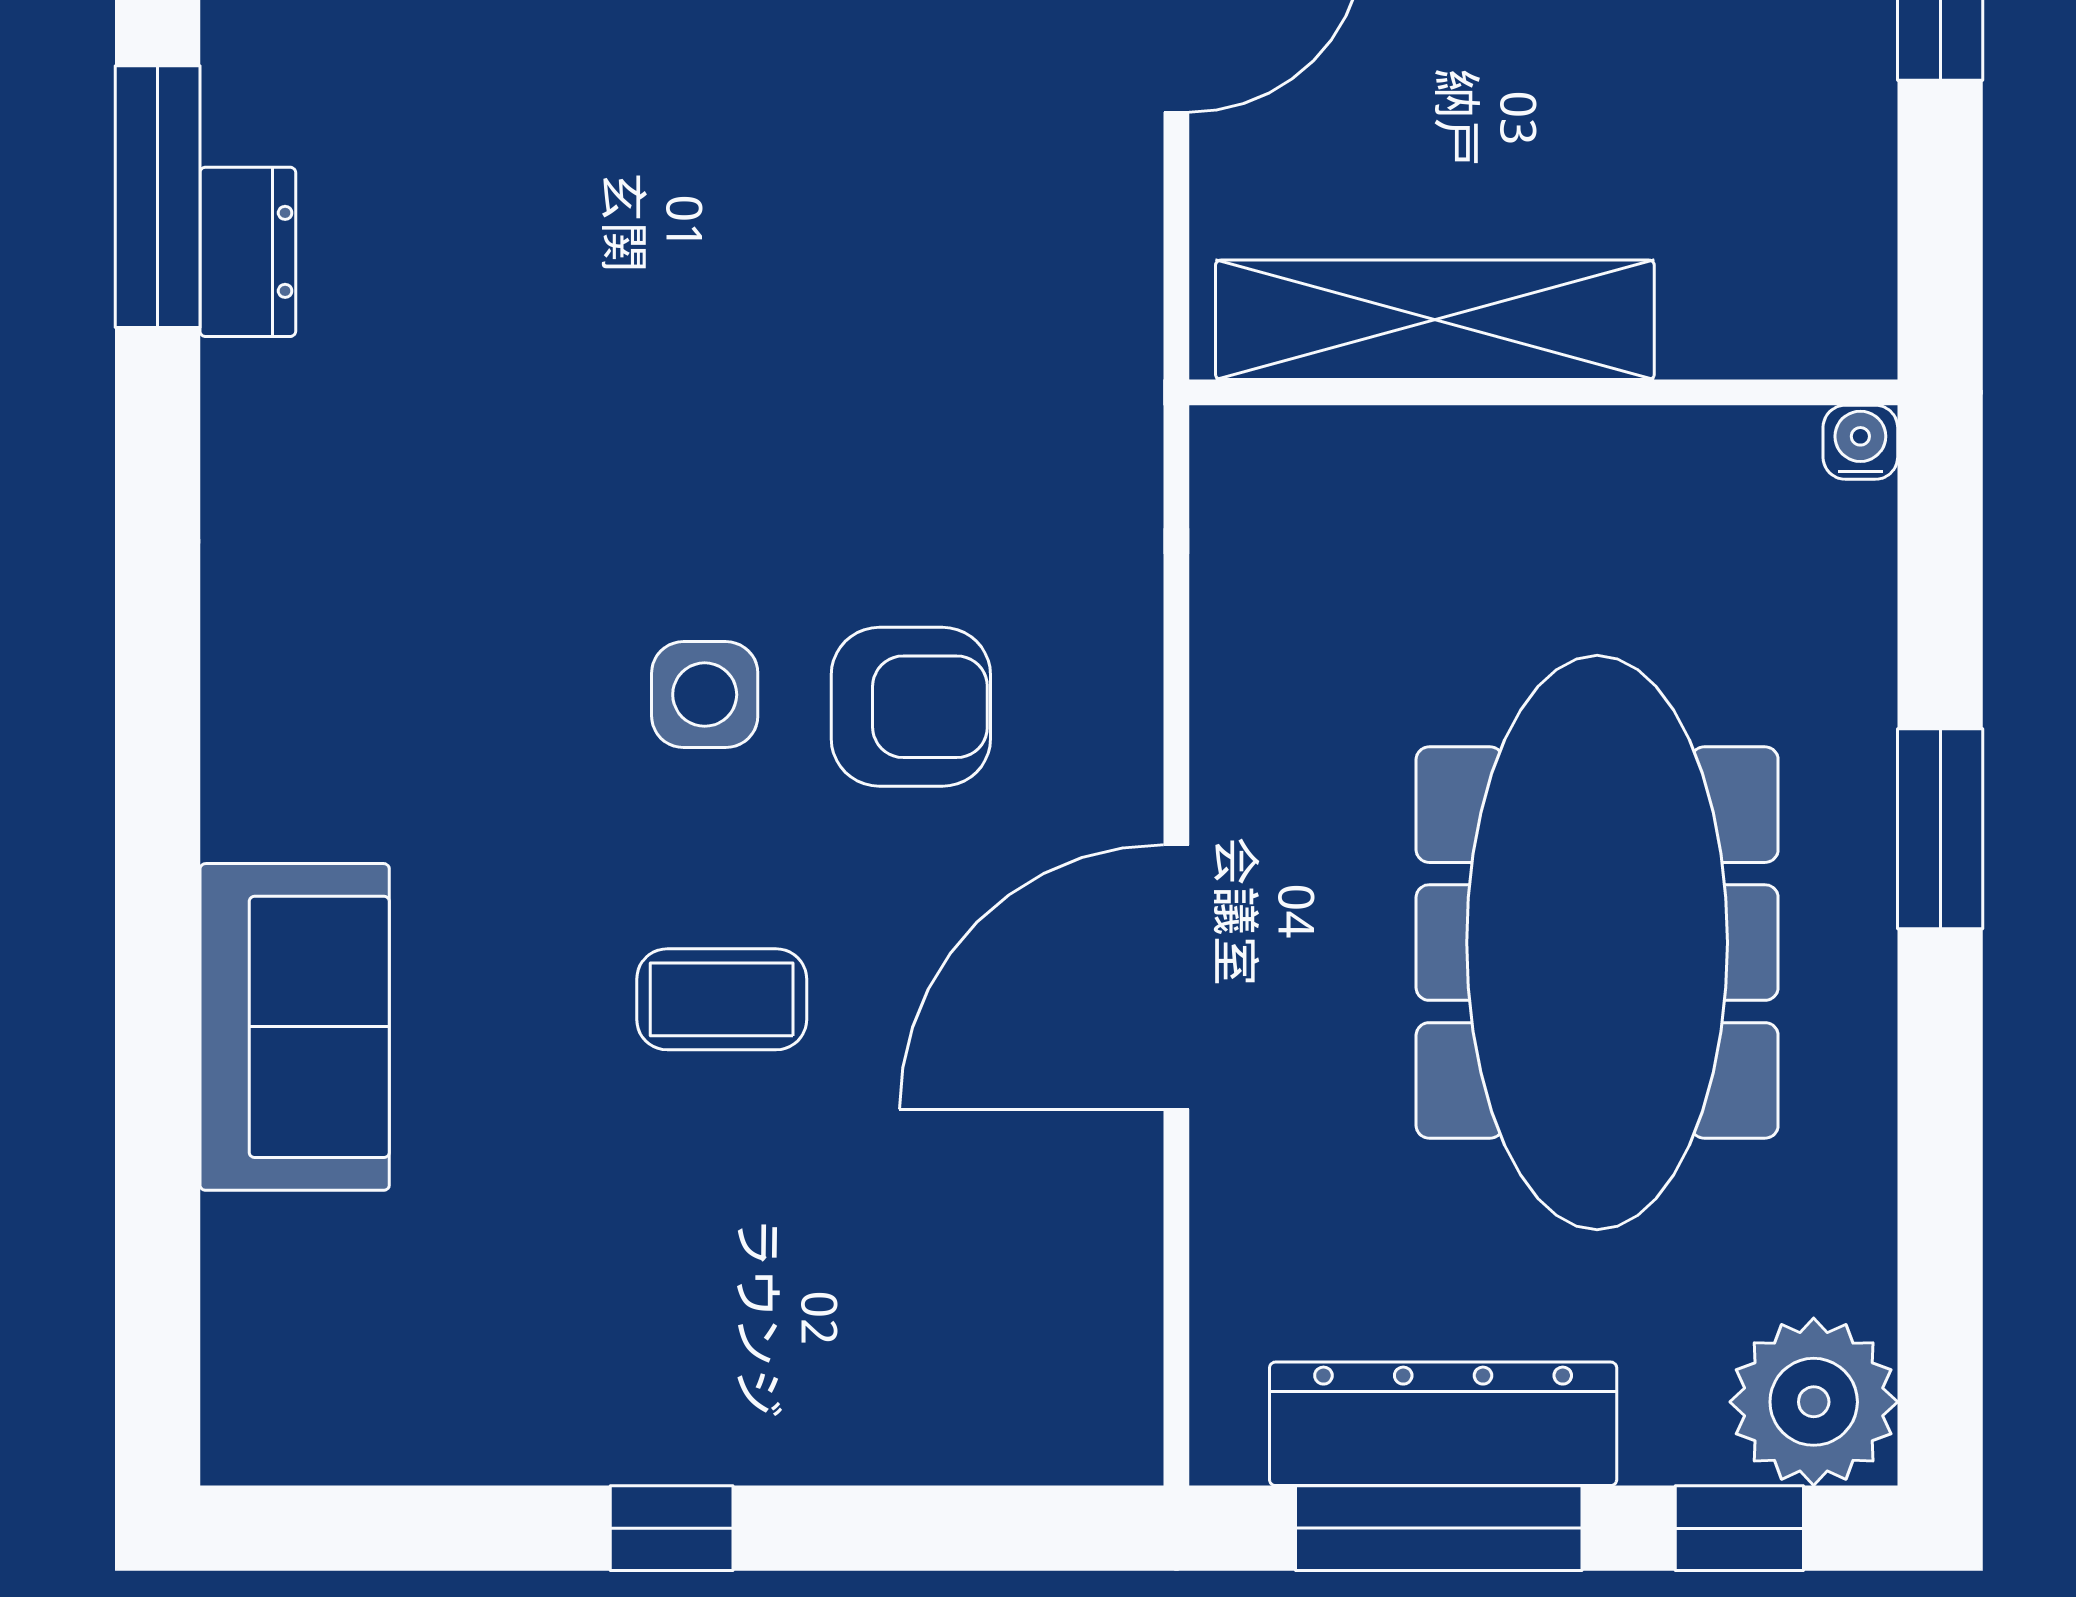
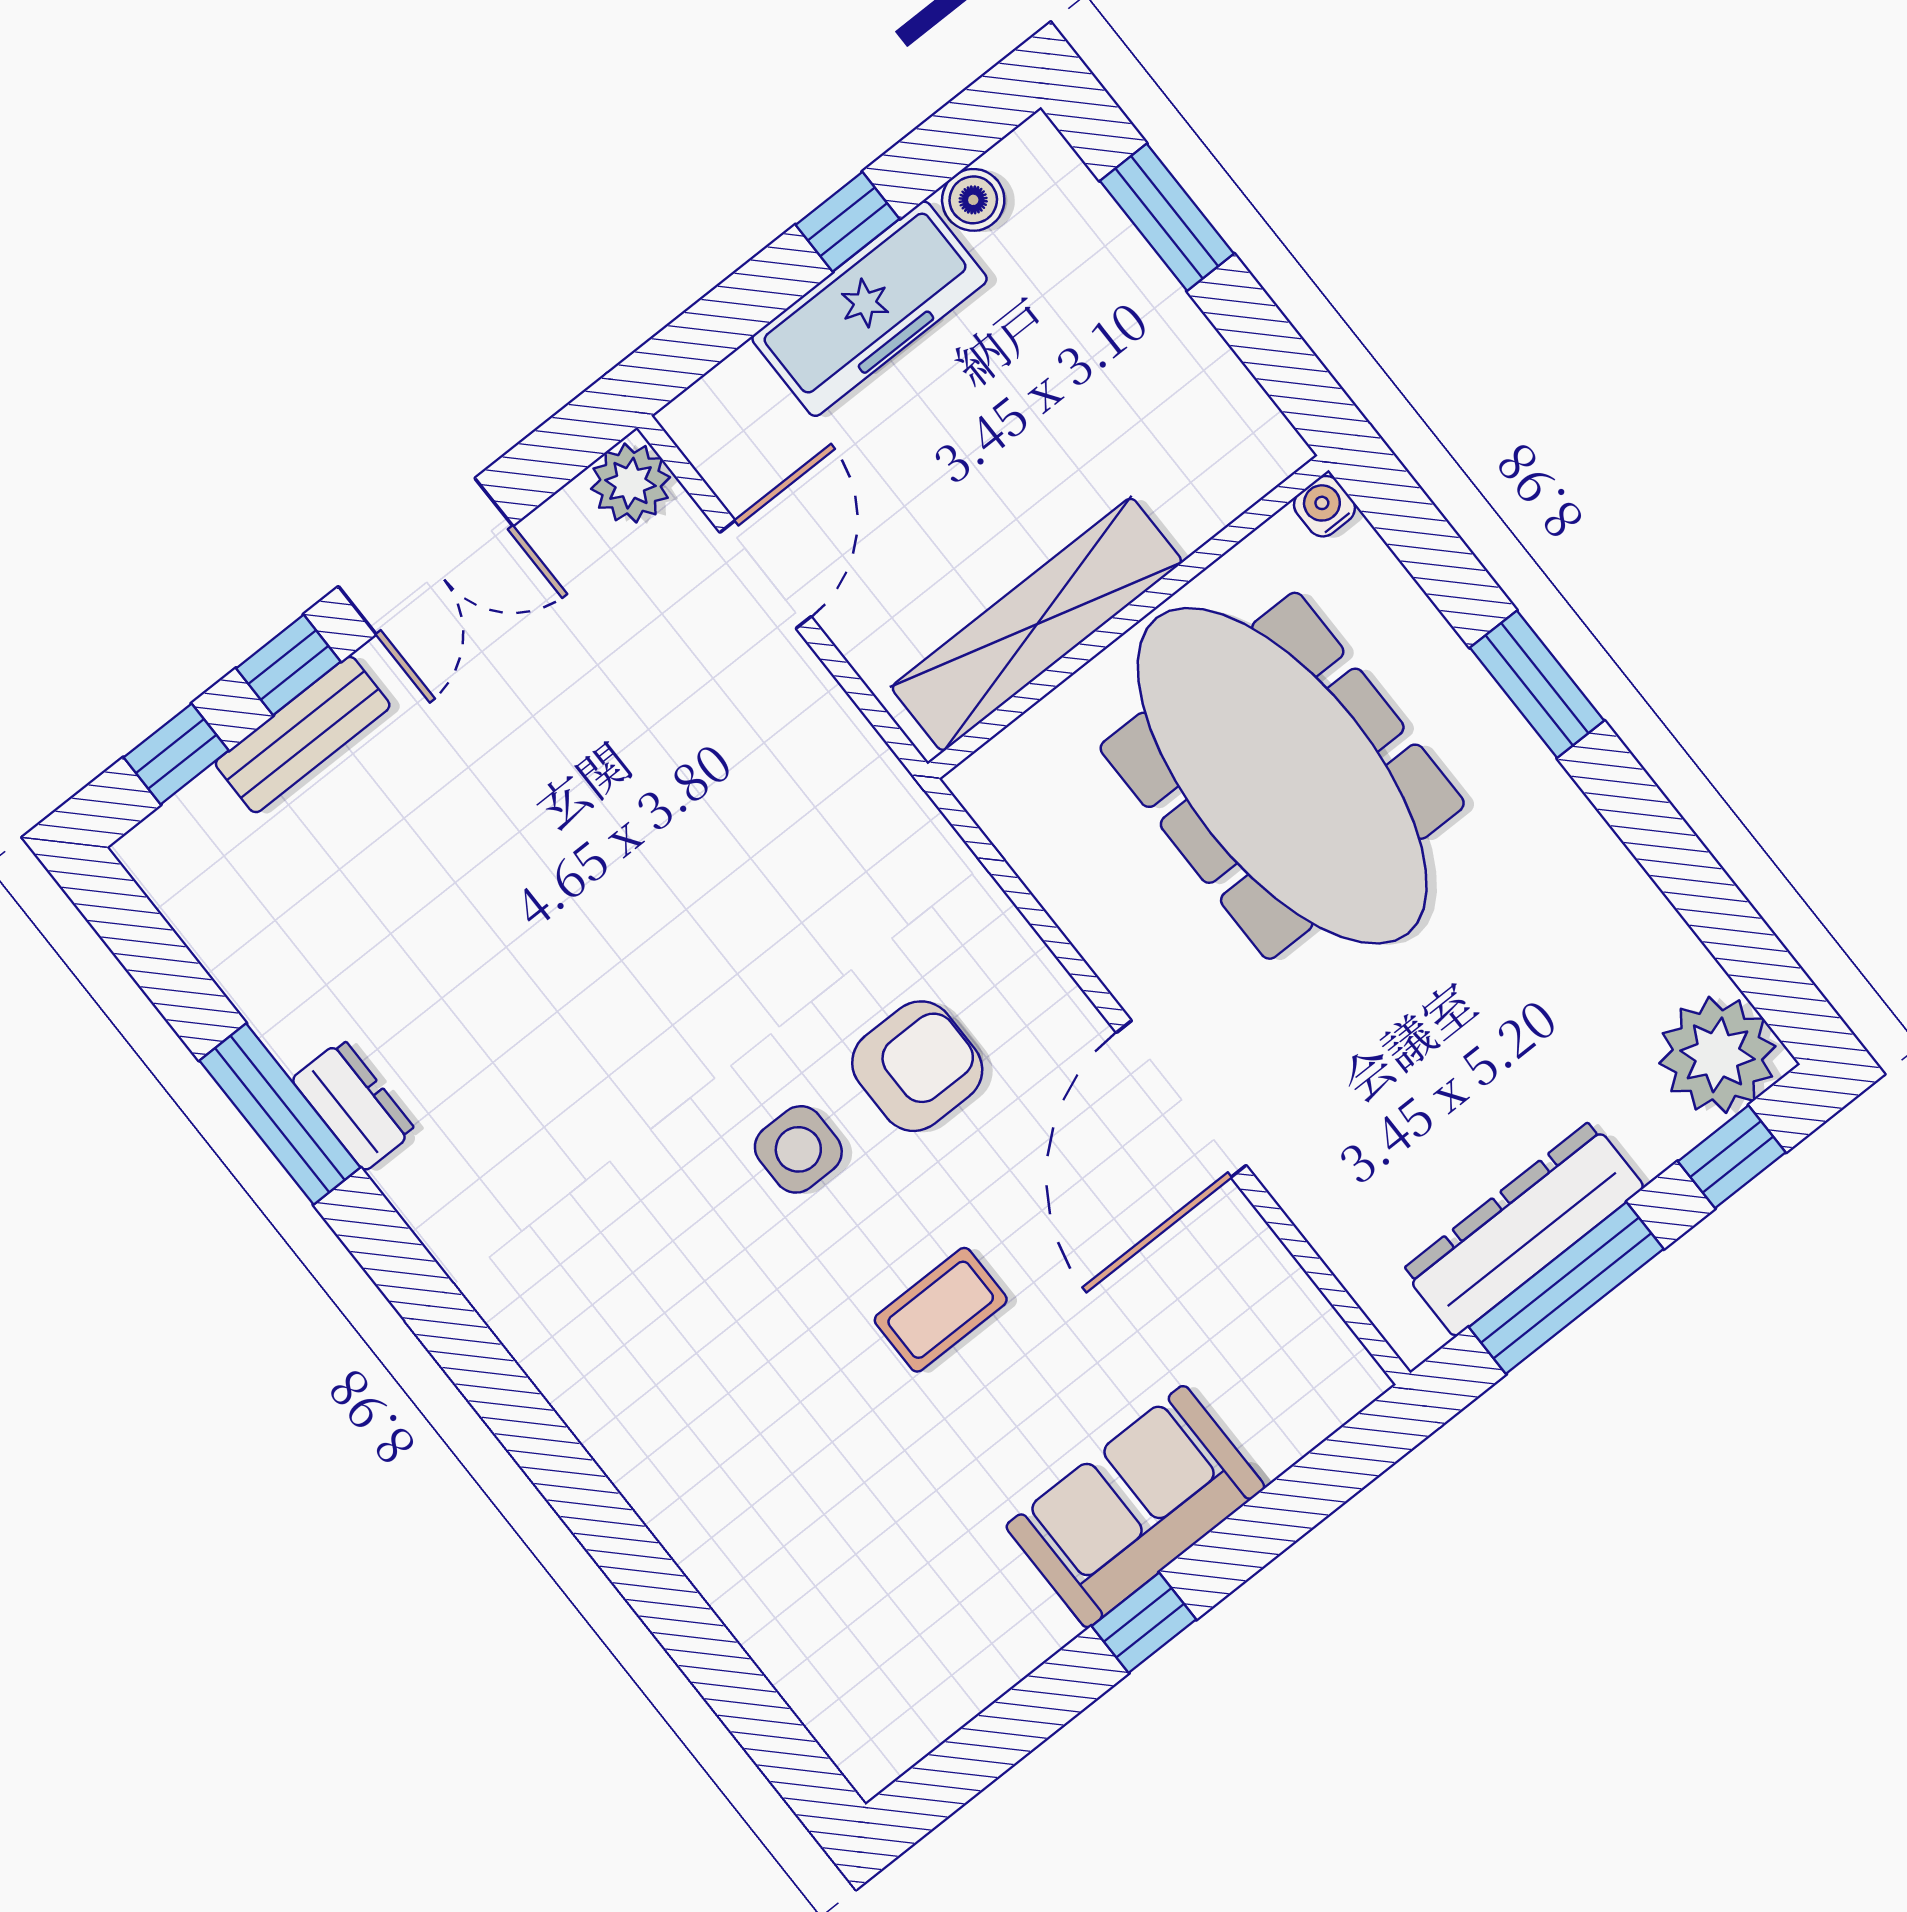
meeting table: (1597, 943) -> (1282, 776), moved
sofa: (295, 1027) -> (1135, 1507), moved, turned -90

